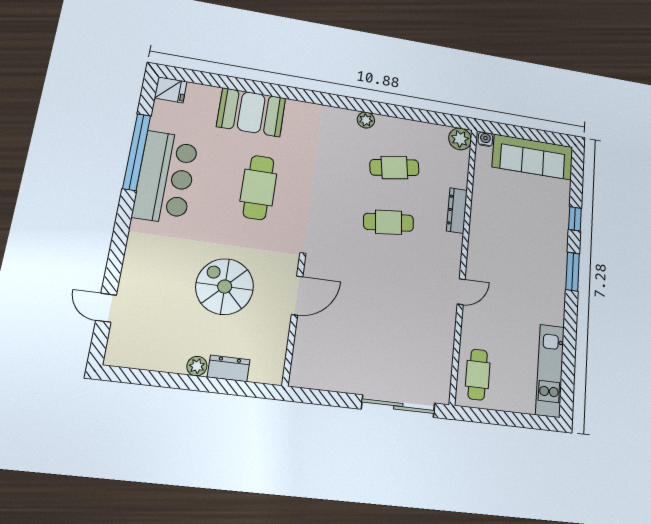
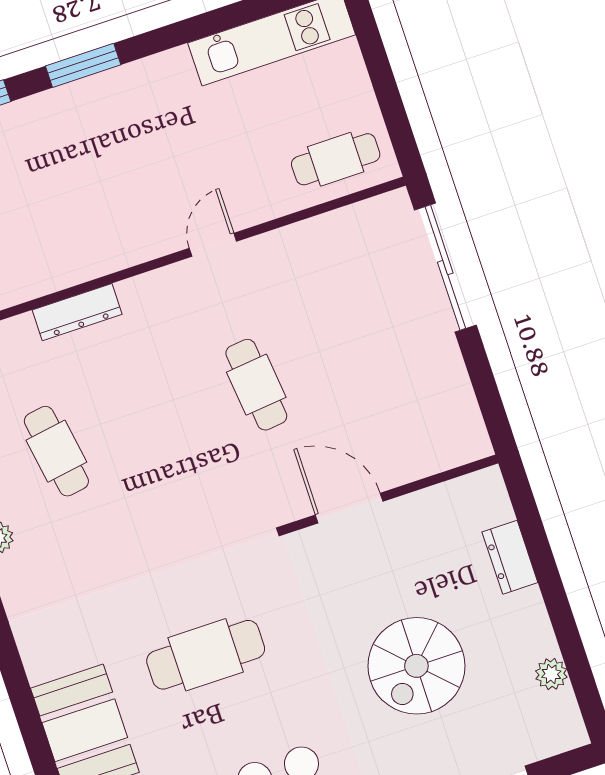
cafe table: (389, 222) -> (256, 385), moved
spiral stairs: (225, 287) -> (416, 666), moved
door: (461, 292) -> (213, 245), hinge flipped
plant: (197, 366) -> (551, 674), moved

